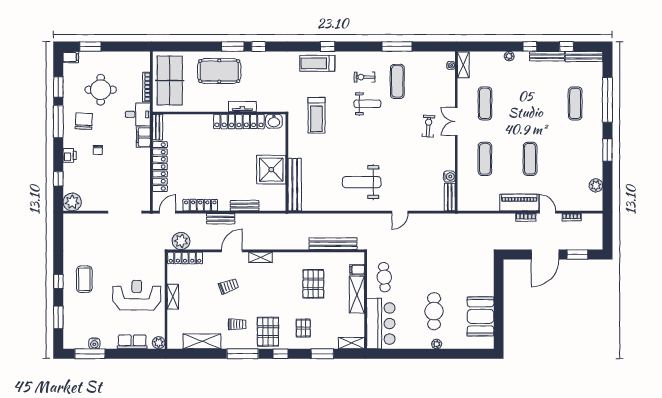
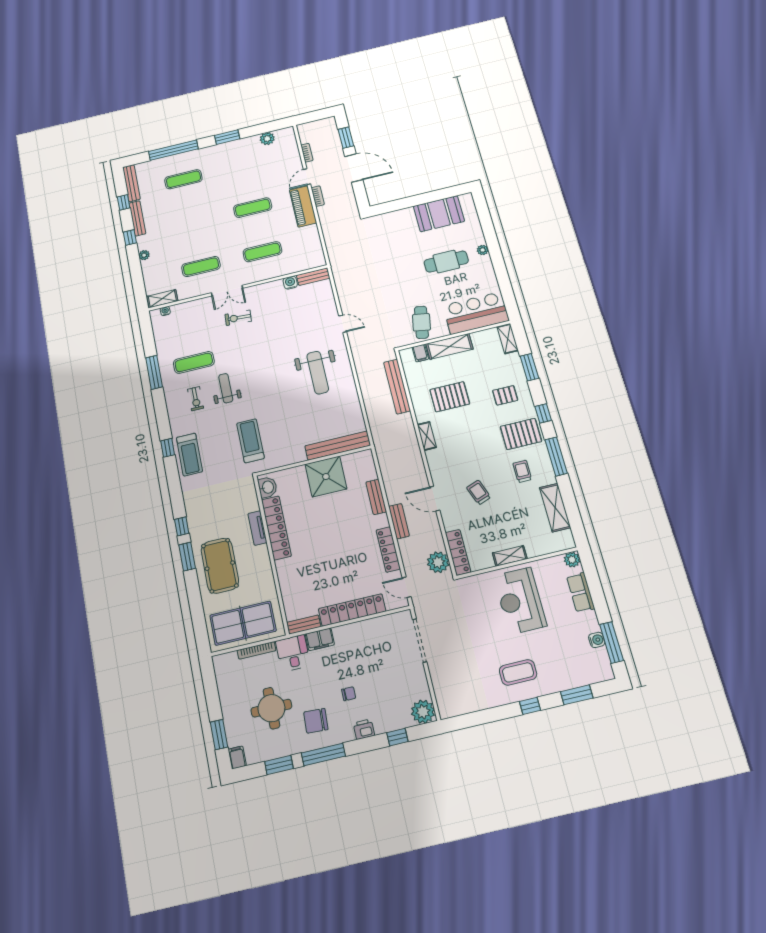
treadmill: (317, 115) -> (250, 441), turned -90
shelving: (261, 257) -> (427, 436), moved
cafe table: (384, 277) -> (421, 322), turned -76

